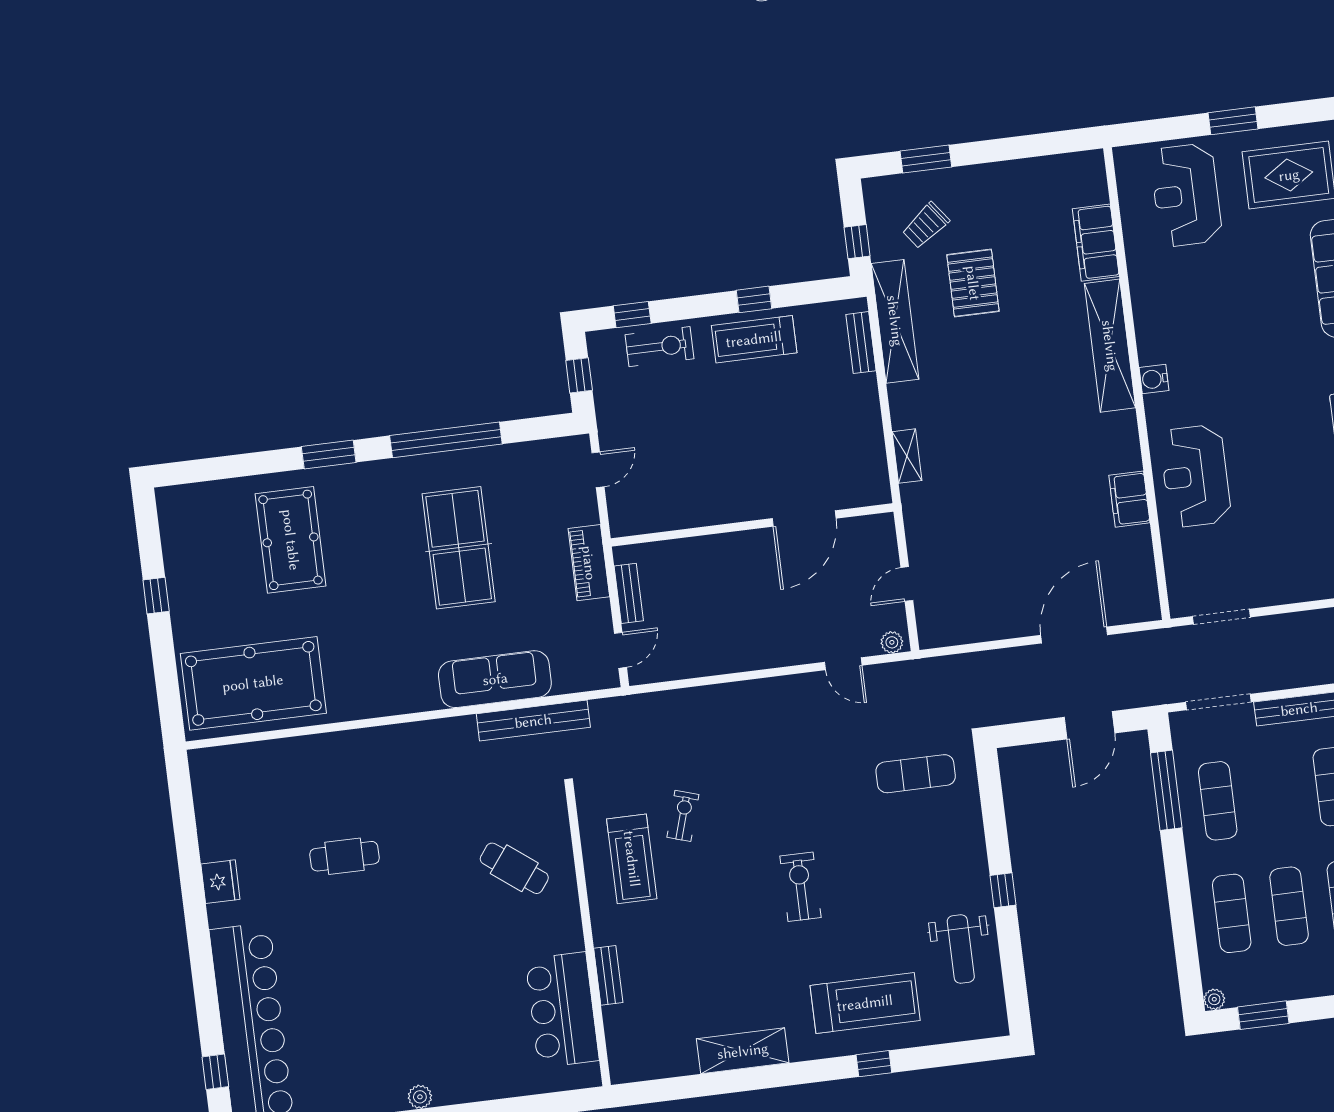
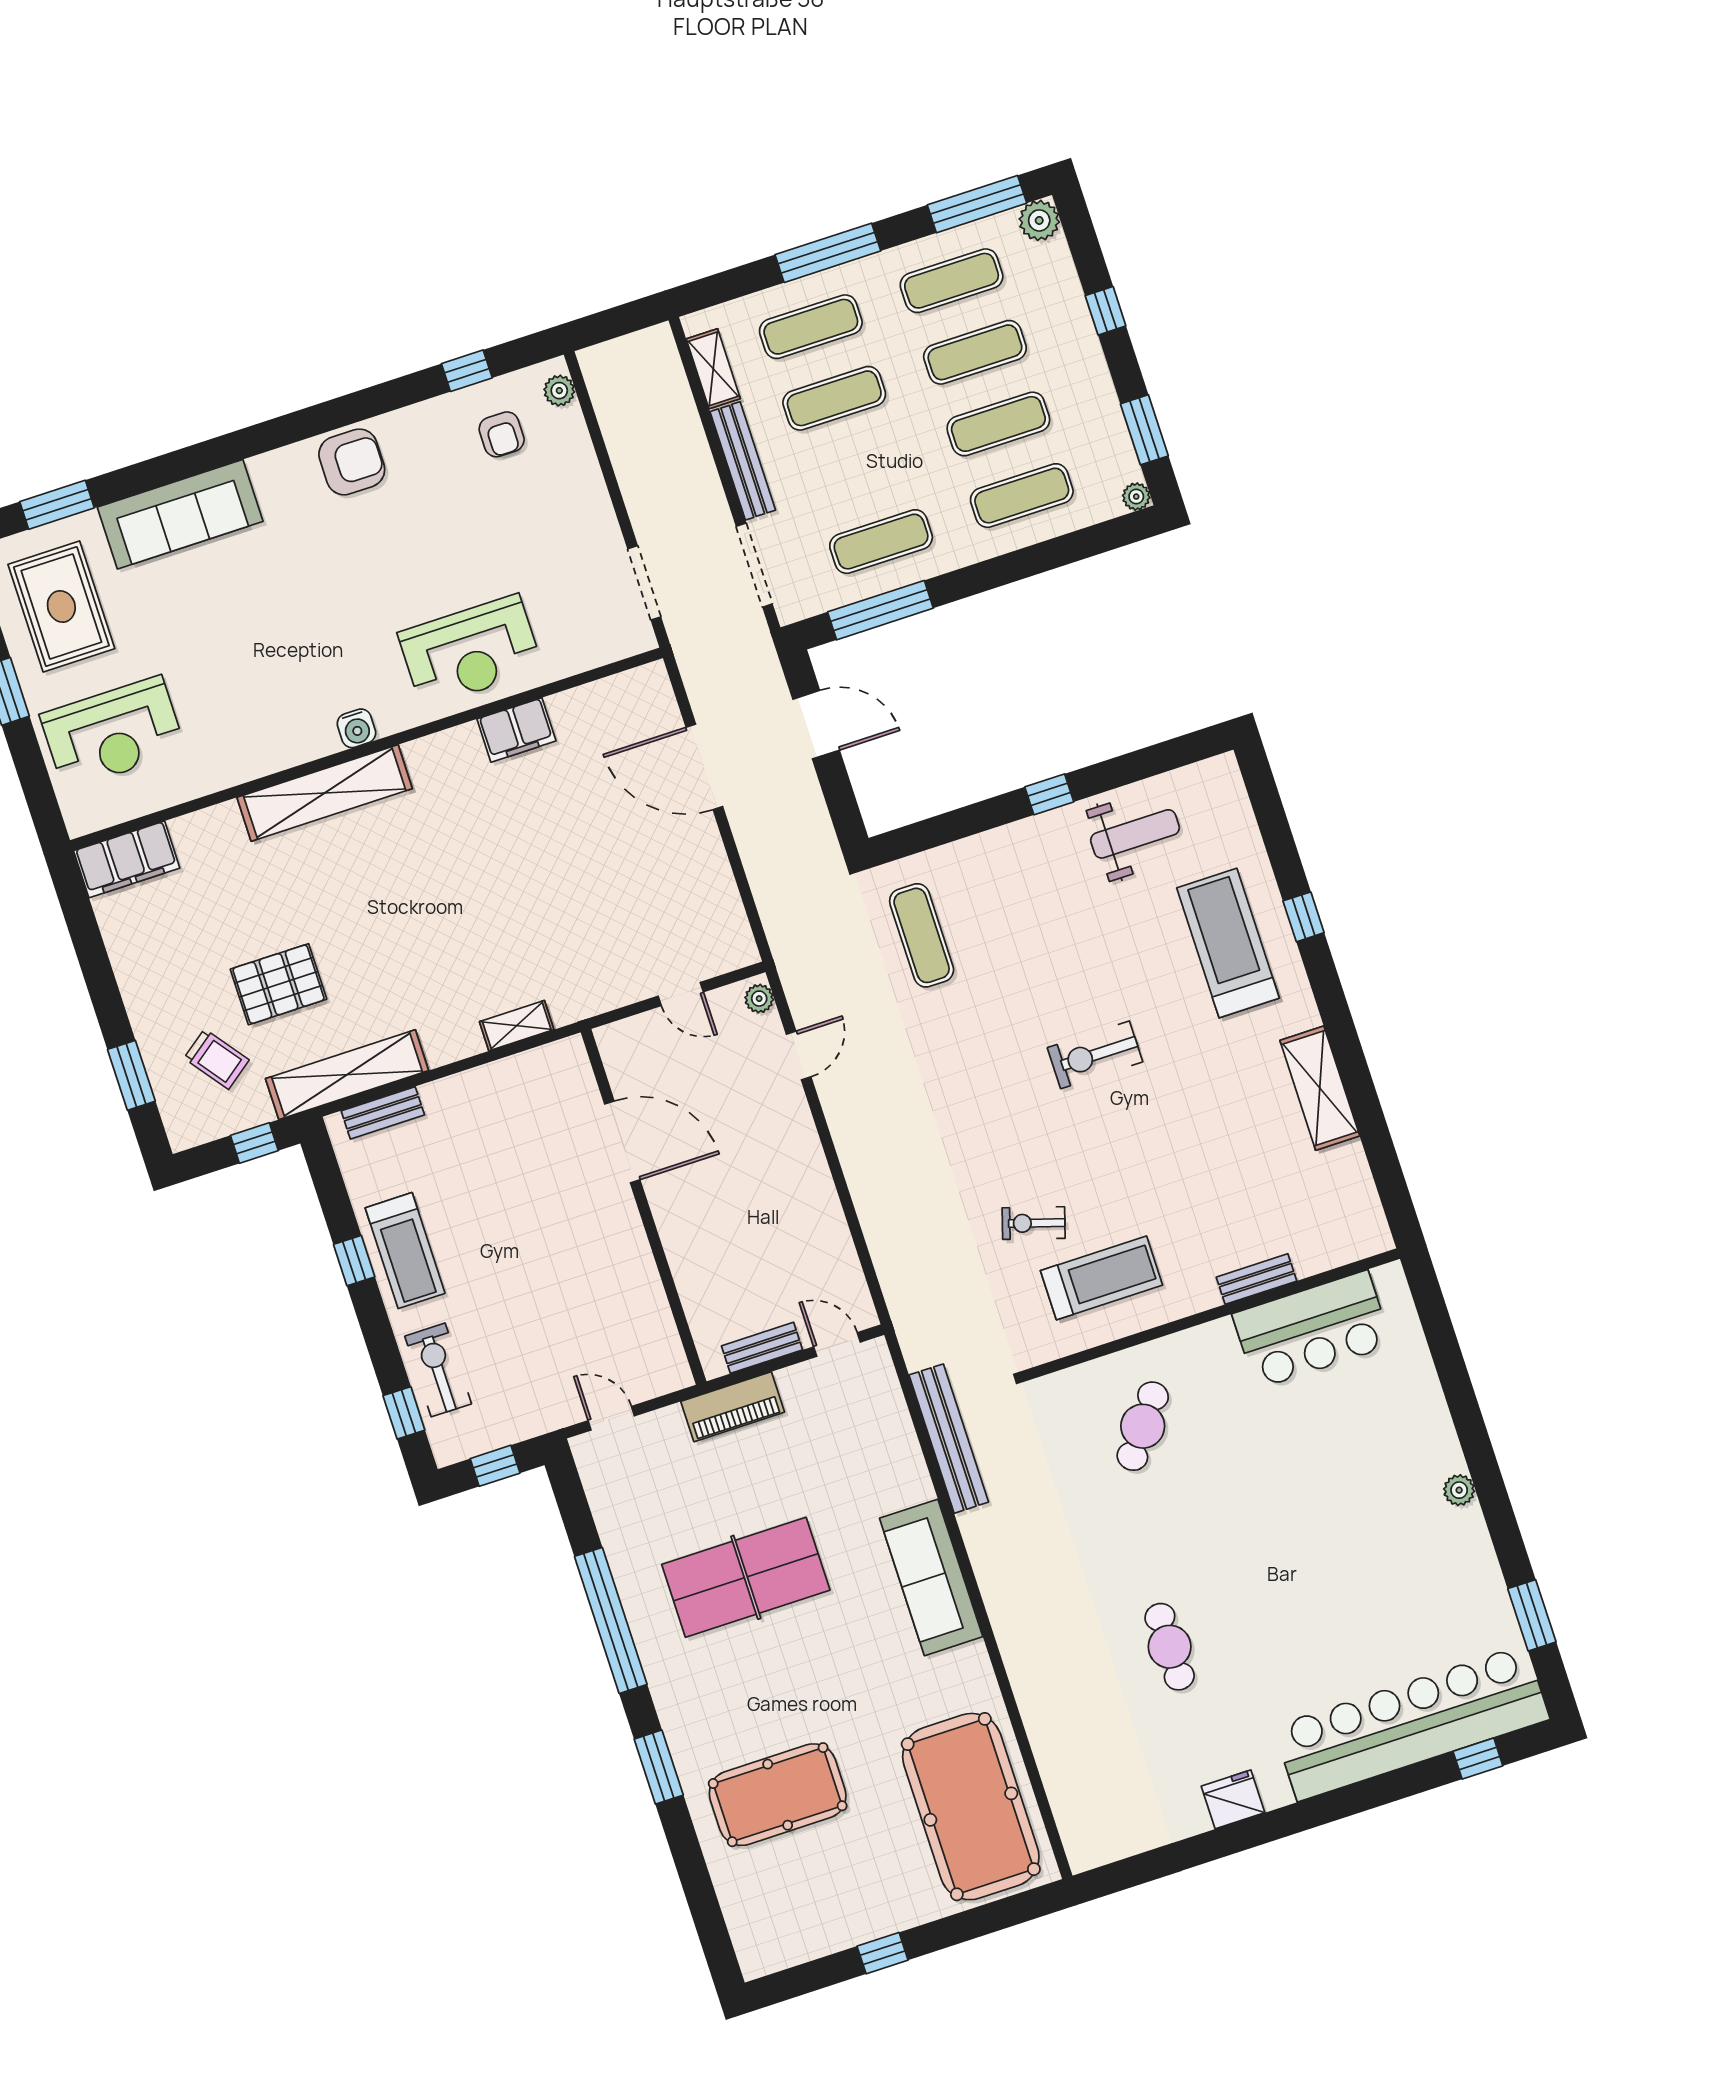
filing cabinet: (1096, 243) -> (127, 859), moved
sofa: (495, 679) -> (931, 1577), moved

